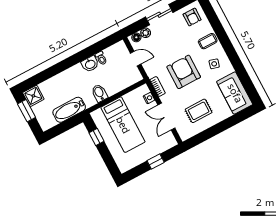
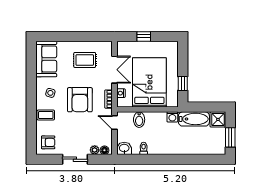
armchair: (192, 17) -> (48, 142), turned 90
door: (136, 59) -> (115, 122), moved
washbasin: (90, 64) -> (124, 148), moved
bidet: (99, 93) -> (139, 120), moved
shower: (33, 96) -> (218, 119), moved
washing machine: (90, 101) -> (172, 117), added
bed: (123, 125) -> (149, 82), width x1.50

